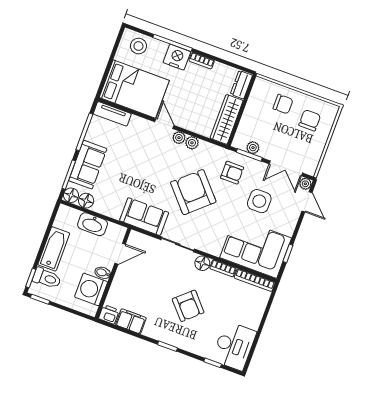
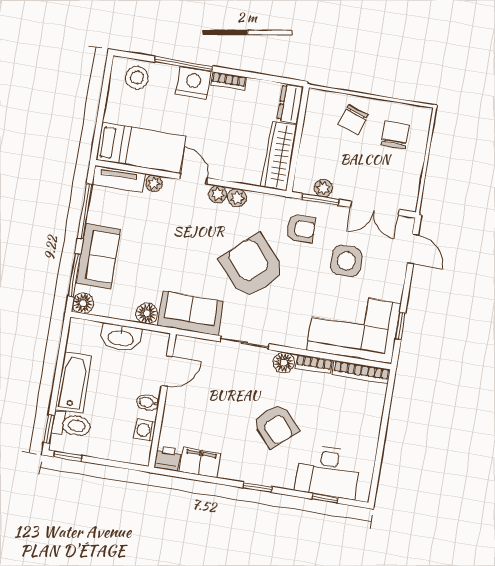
bed: (134, 89) -> (141, 148), width x0.67
chair: (283, 104) -> (353, 120), turned 109
plant: (305, 184) -> (154, 183), moved
floor lamp: (86, 201) -> (147, 313), moved
washing machine: (91, 289) -> (145, 430), width x0.53, depth x0.53
desk: (234, 346) -> (328, 472), moved, turned 90

